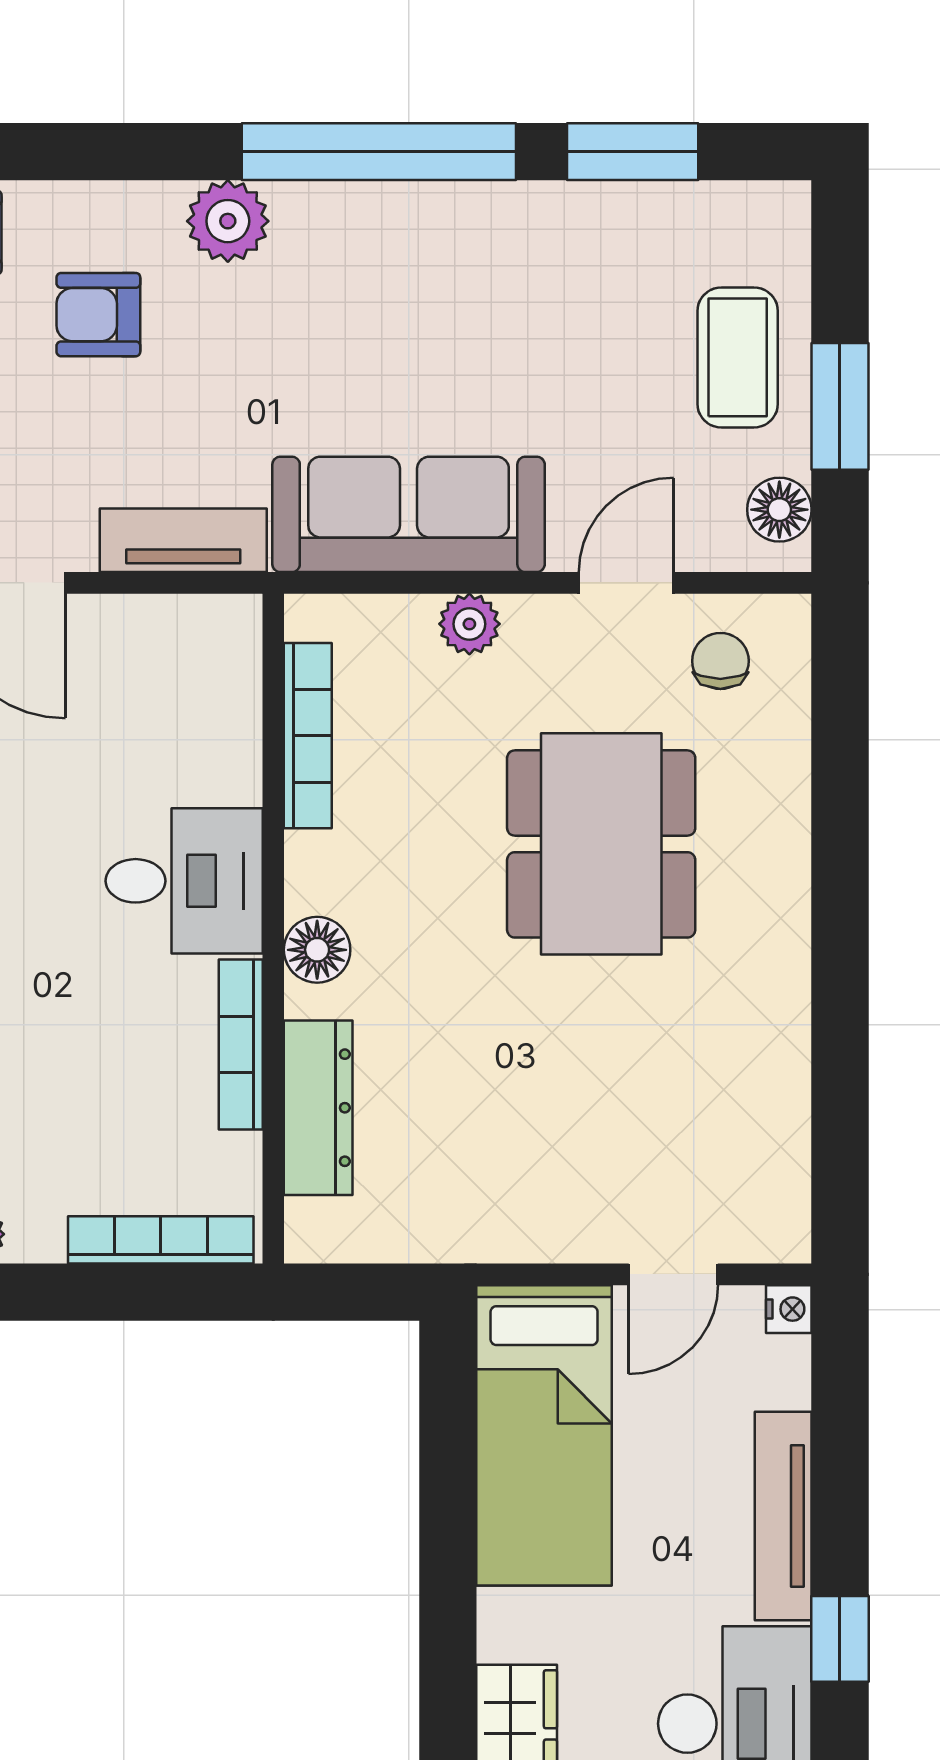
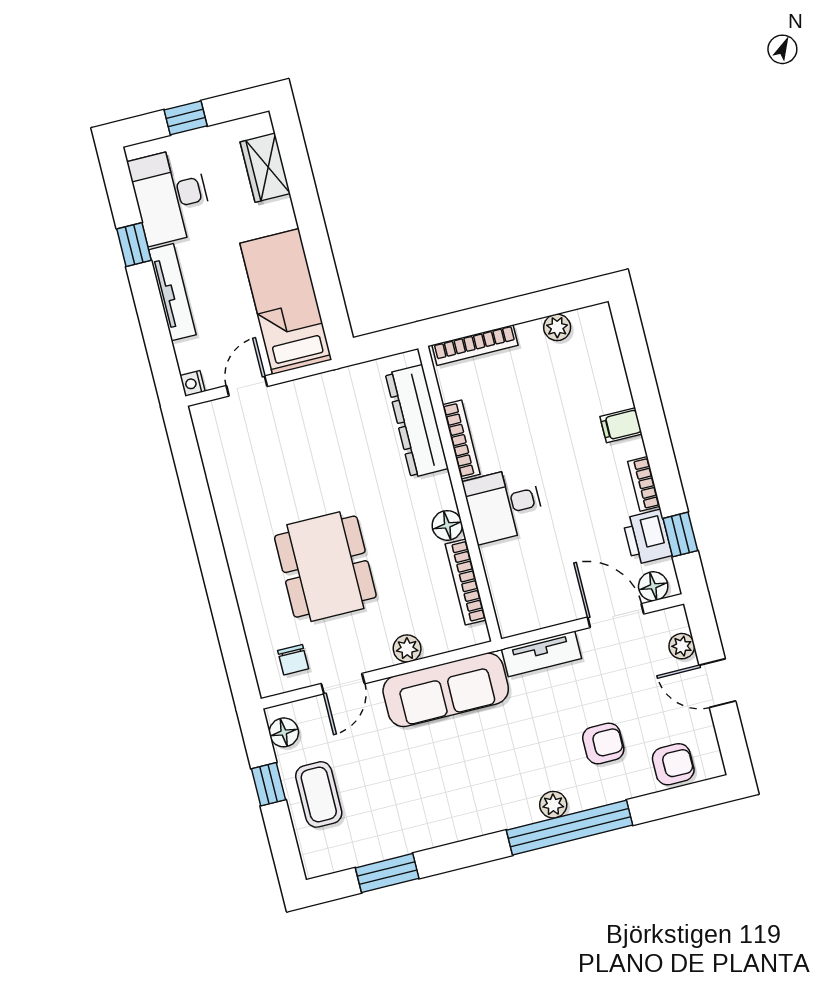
window: (379, 152) -> (570, 828), moved
plant: (228, 221) -> (553, 805), width x0.73, depth x0.73
window: (840, 406) -> (269, 784), width x0.67
floor lamp: (317, 950) -> (447, 525), moved
dresser: (318, 1108) -> (417, 421), width x1.37, depth x1.24

